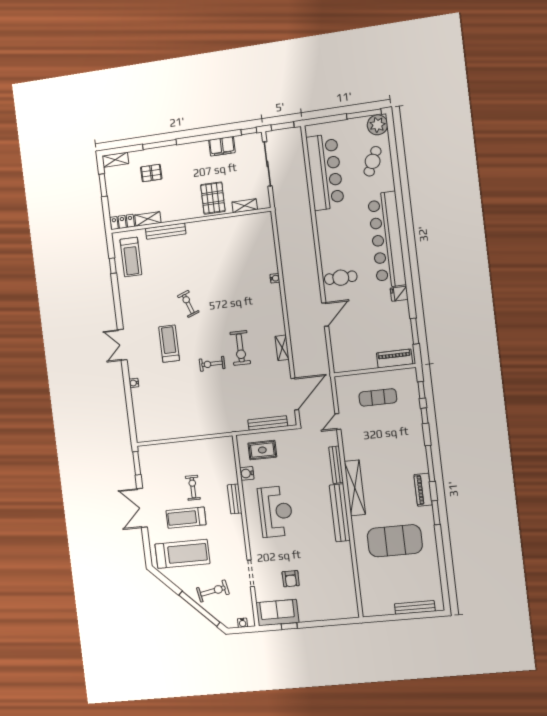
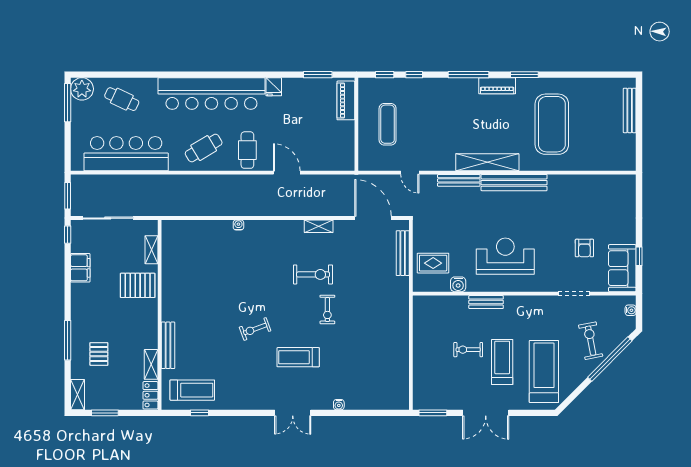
cafe table: (338, 239) -> (204, 148), added
rug: (262, 450) -> (433, 263), turned 90
treadmill: (186, 518) -> (502, 362), turned 180
armchair: (291, 579) -> (584, 248), turned 90

